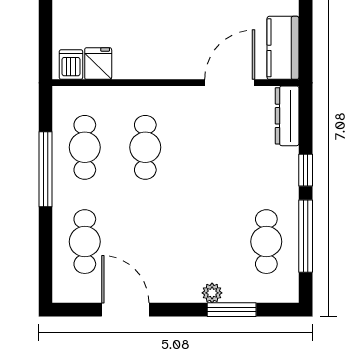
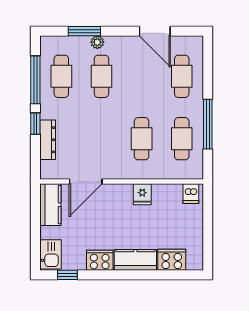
fridge: (98, 64) -> (142, 194), moved
dresser: (287, 116) -> (48, 140), moved
cafe table: (206, 242) -> (101, 76), added

